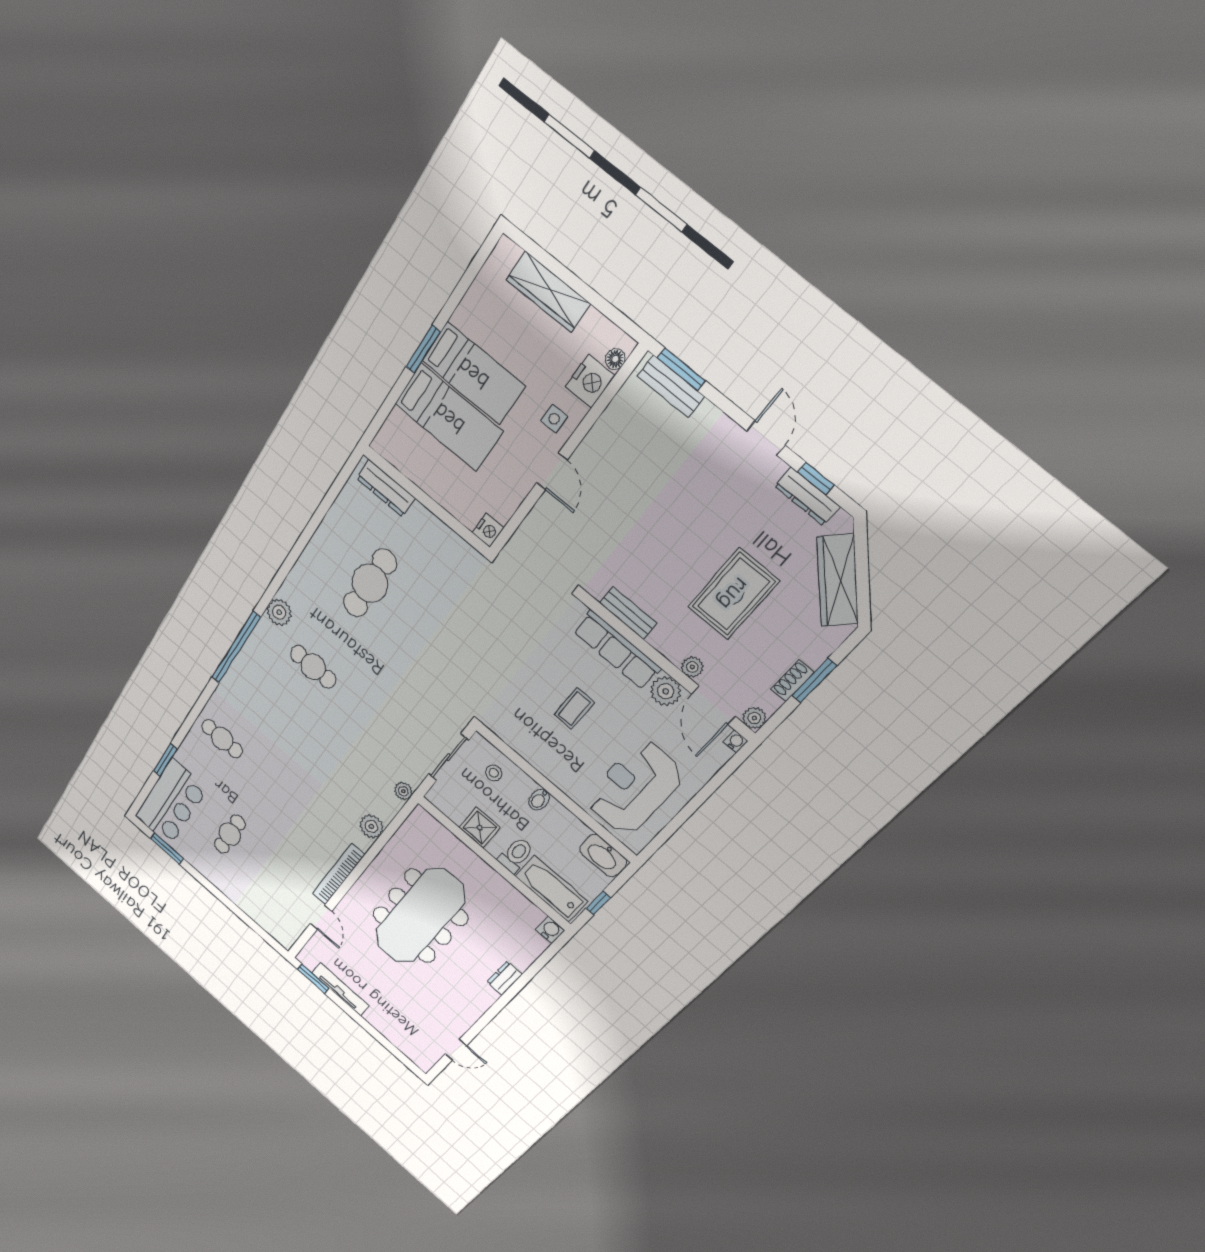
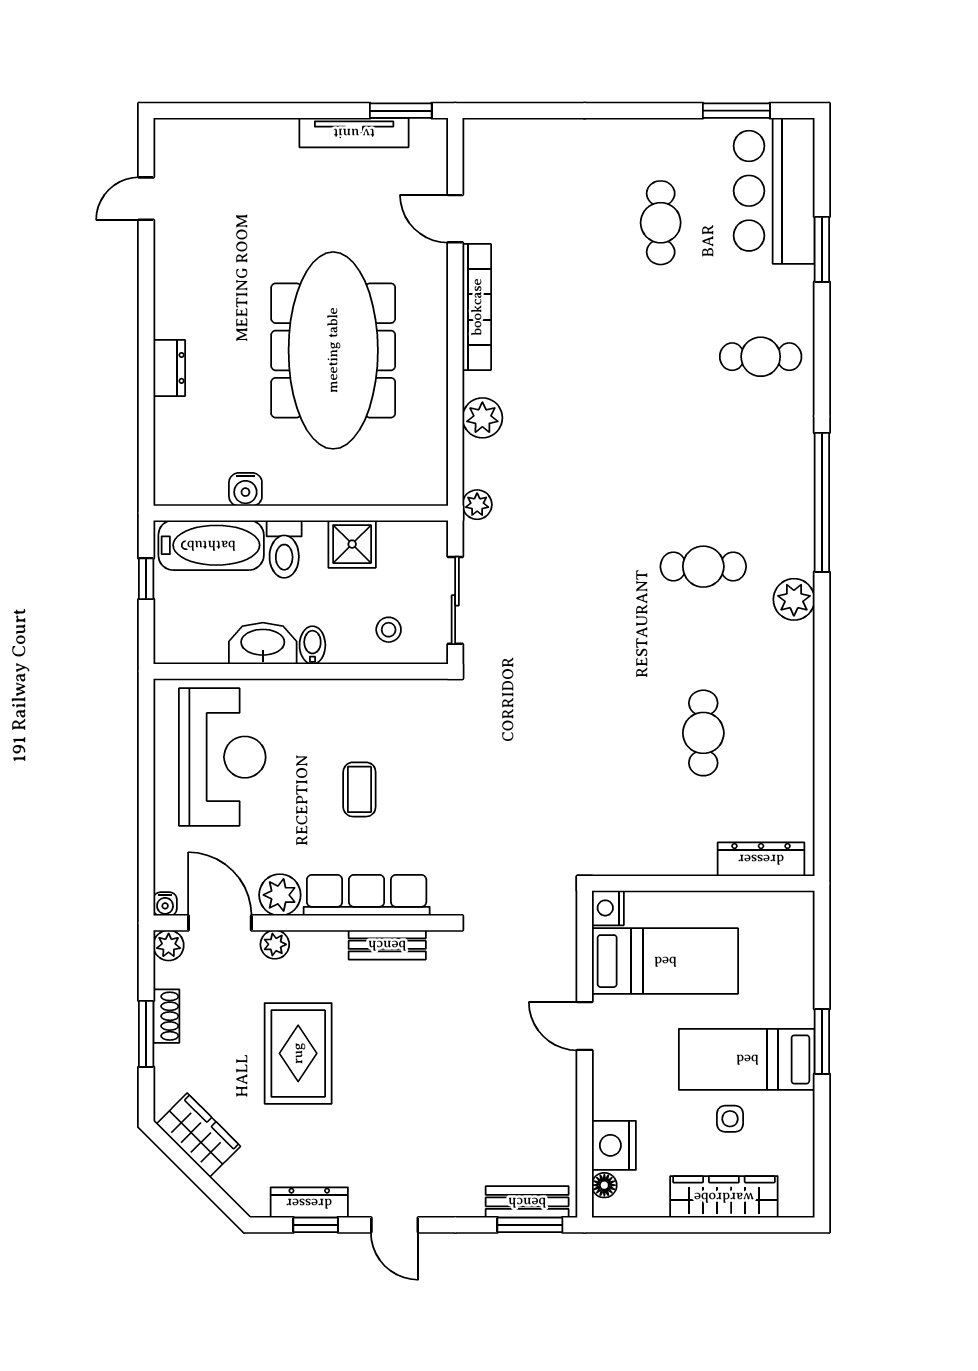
bed: (449, 418) -> (665, 961), moved, turned 180
side table: (554, 419) -> (730, 1119), moved
wardrobe: (838, 580) -> (198, 1135), width x0.67
cafe table: (370, 583) -> (703, 733), width x0.73, depth x0.74
washbasin: (603, 856) -> (263, 643), moved
water cooler: (550, 930) -> (245, 489), moved

